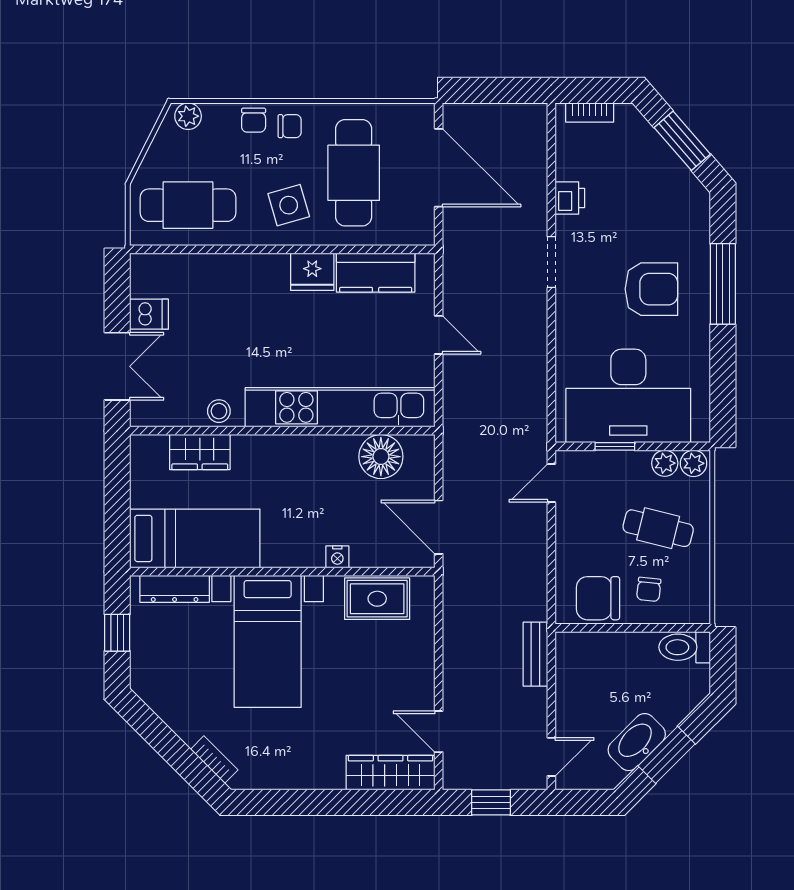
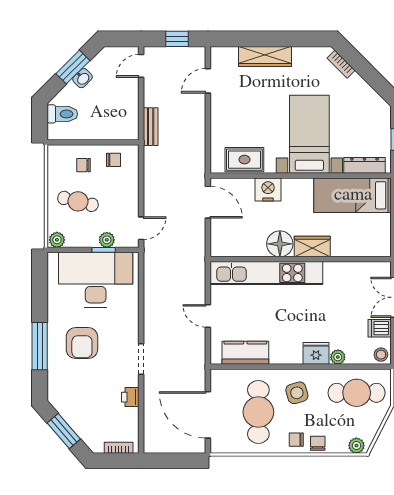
plant: (220, 266) -> (338, 357), added
fridge: (312, 272) -> (316, 353), moved
armchair: (651, 289) -> (82, 343), turned -90
stool: (219, 411) -> (381, 355), moved
wardrobe: (200, 452) -> (312, 246), moved
floor lamp: (381, 457) -> (280, 244), moved
plant: (665, 463) -> (107, 240), moved
nightstand: (337, 557) -> (268, 190), width x1.89, depth x1.79
chair: (649, 589) -> (84, 165), turned -96
chair: (598, 598) -> (114, 160), width x0.54, depth x0.54
toilet: (685, 647) -> (62, 114), moved
door: (439, 732) -> (208, 81), swing flipped
washbasin: (637, 742) -> (83, 78), width x0.52, depth x0.69
wardrobe: (390, 773) -> (265, 56), moved

